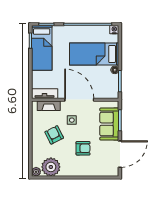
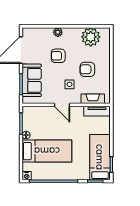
door: (79, 100) -> (62, 105), width x0.53
armchair: (54, 135) -> (87, 69), turned 117
plant: (36, 172) -> (58, 32), moved

